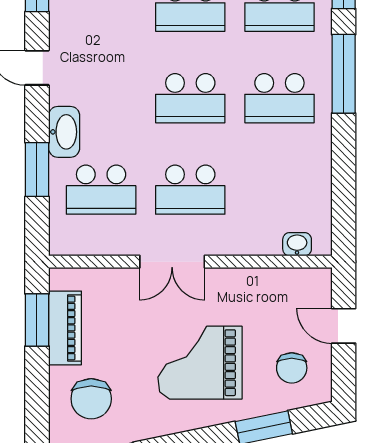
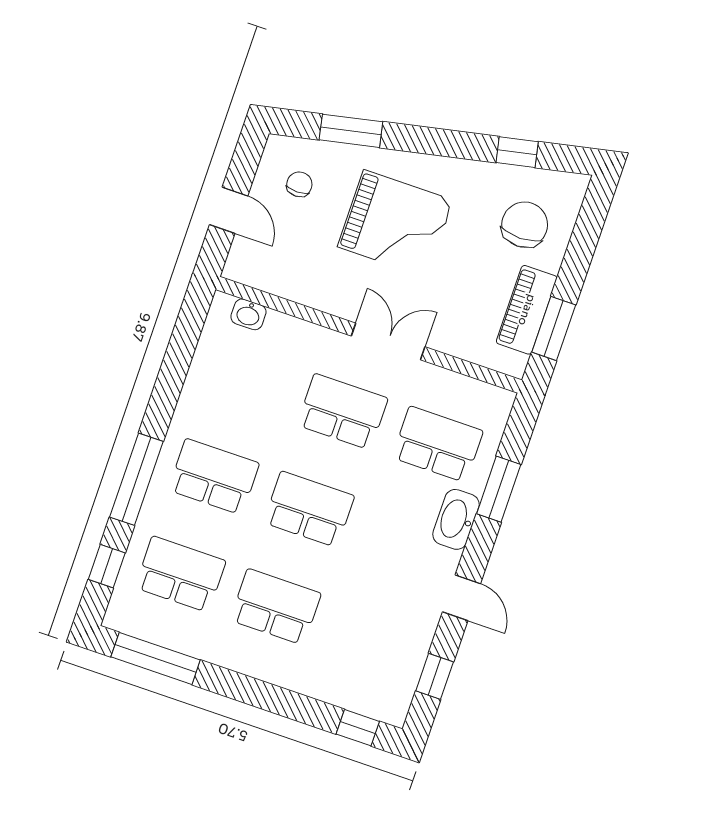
chair: (292, 368) -> (299, 184), width x0.73, depth x0.73

